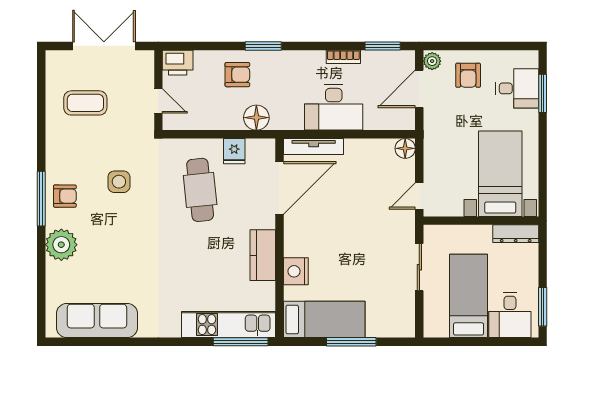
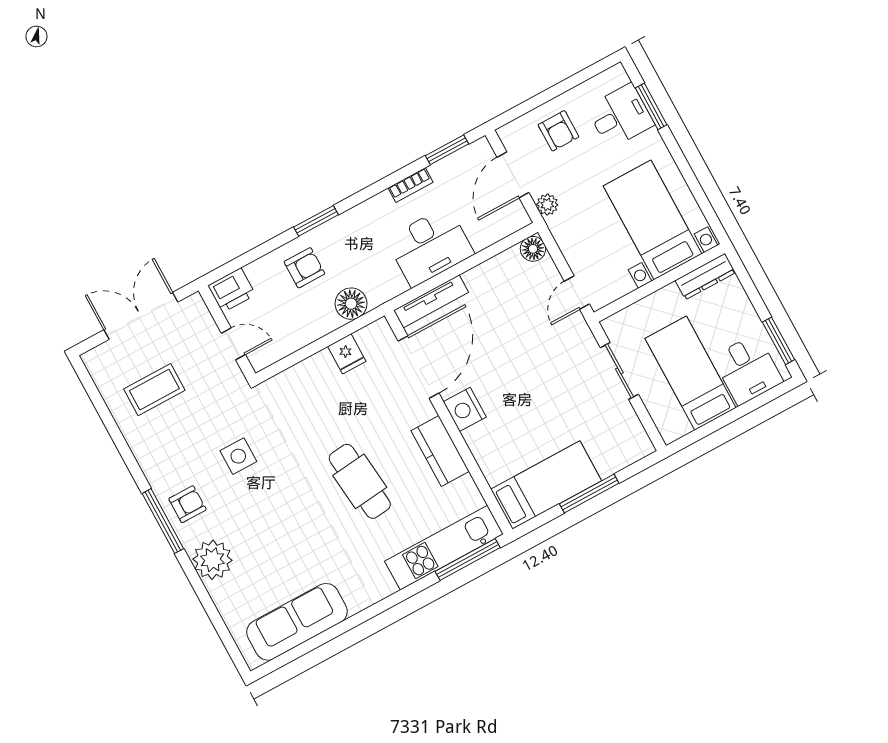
plant: (432, 61) -> (547, 205), moved
cafe table: (200, 190) -> (360, 481), moved
nightstand: (296, 271) -> (465, 409), moved

